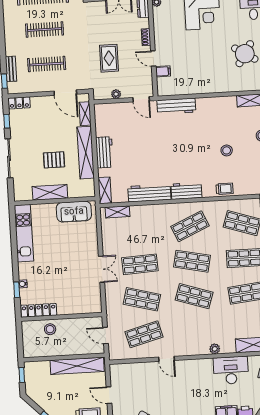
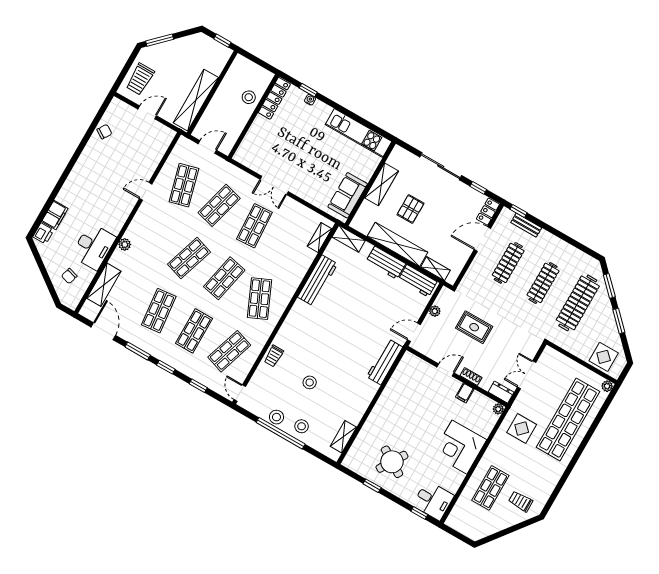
filing cabinet: (163, 71) -> (465, 393), moved
door: (65, 93) -> (482, 239), moved
workbench: (186, 191) -> (417, 281), moved, turned 90

